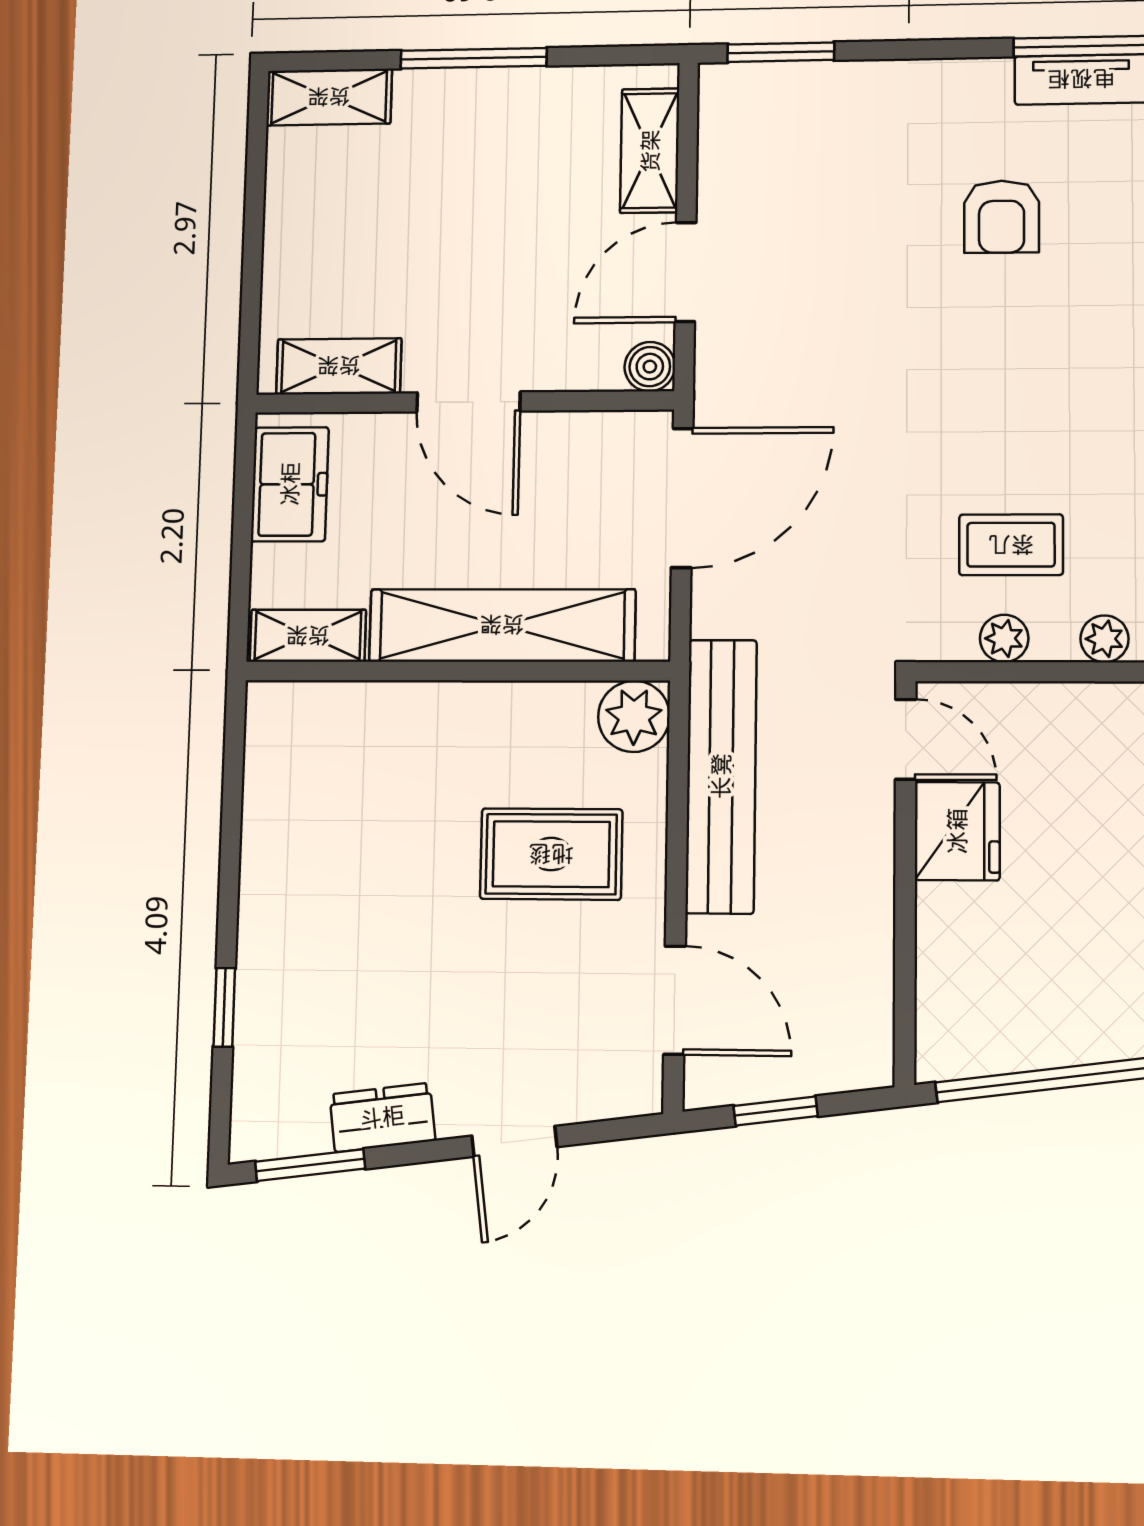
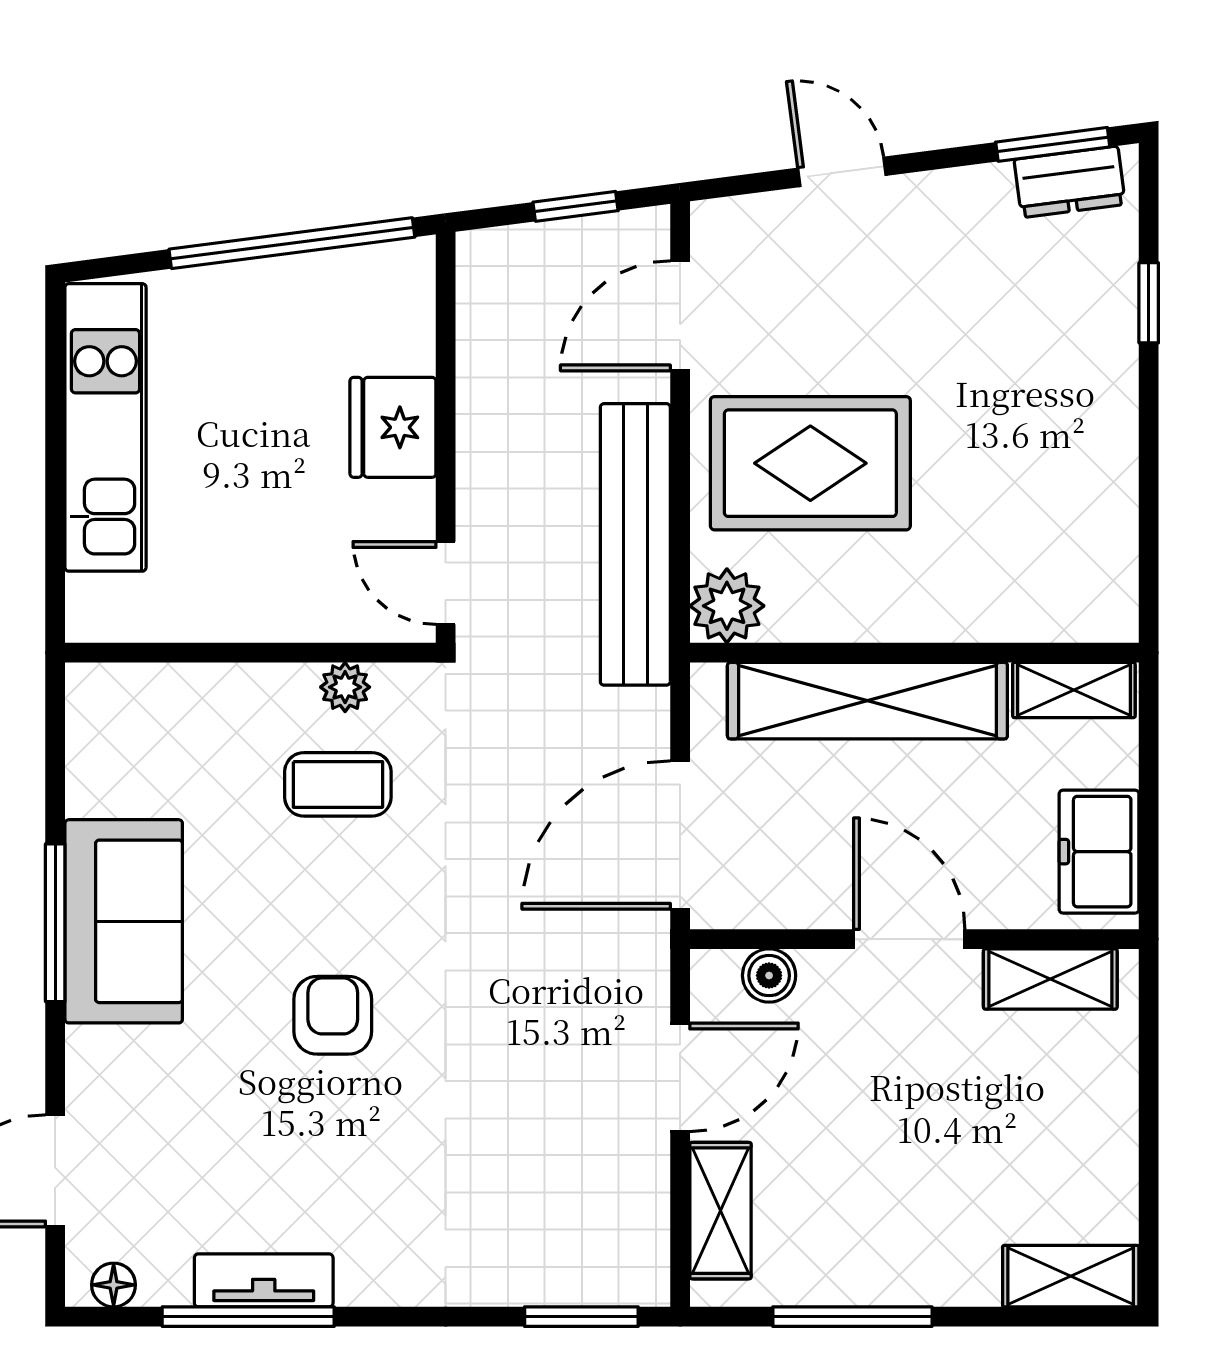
window: (474, 58) -> (852, 1317), moved
armchair: (1002, 217) -> (333, 1015), moved
boiler: (650, 367) -> (769, 976), moved
plant: (1105, 639) -> (243, 687), removed
fridge: (957, 831) -> (393, 427), moved
rug: (551, 854) -> (810, 463), width x1.36, depth x1.43
door: (675, 1000) -> (680, 316), hinge flipped
dresser: (382, 1117) -> (1070, 182), moved
door: (514, 1141) -> (842, 172), hinge flipped

